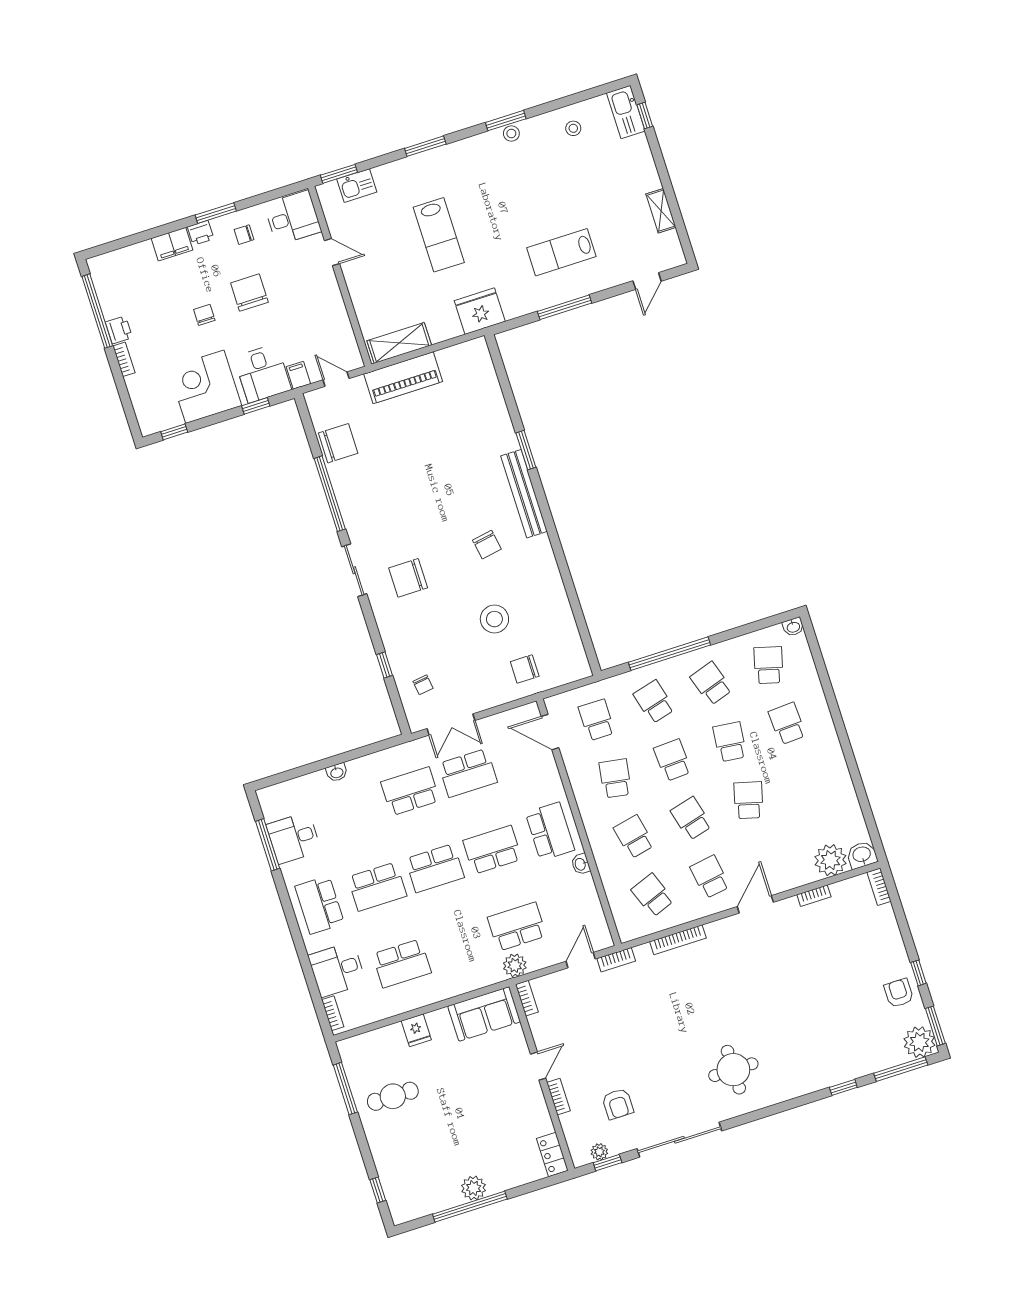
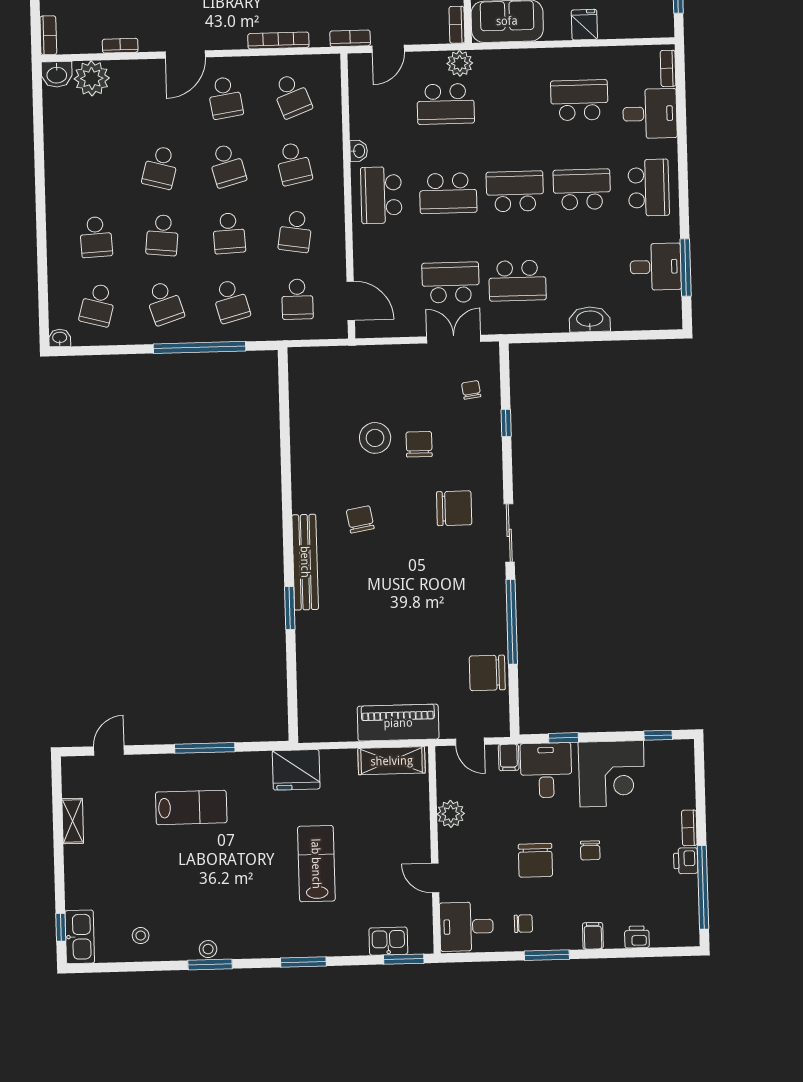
printer: (201, 233) -> (637, 937), moved
filing cabinet: (172, 244) -> (593, 936), width x0.50
plant: (335, 312) -> (451, 814), added
chair: (525, 669) -> (419, 444), moved, turned -90
washbasin: (337, 772) -> (590, 319), width x1.91, depth x1.45

